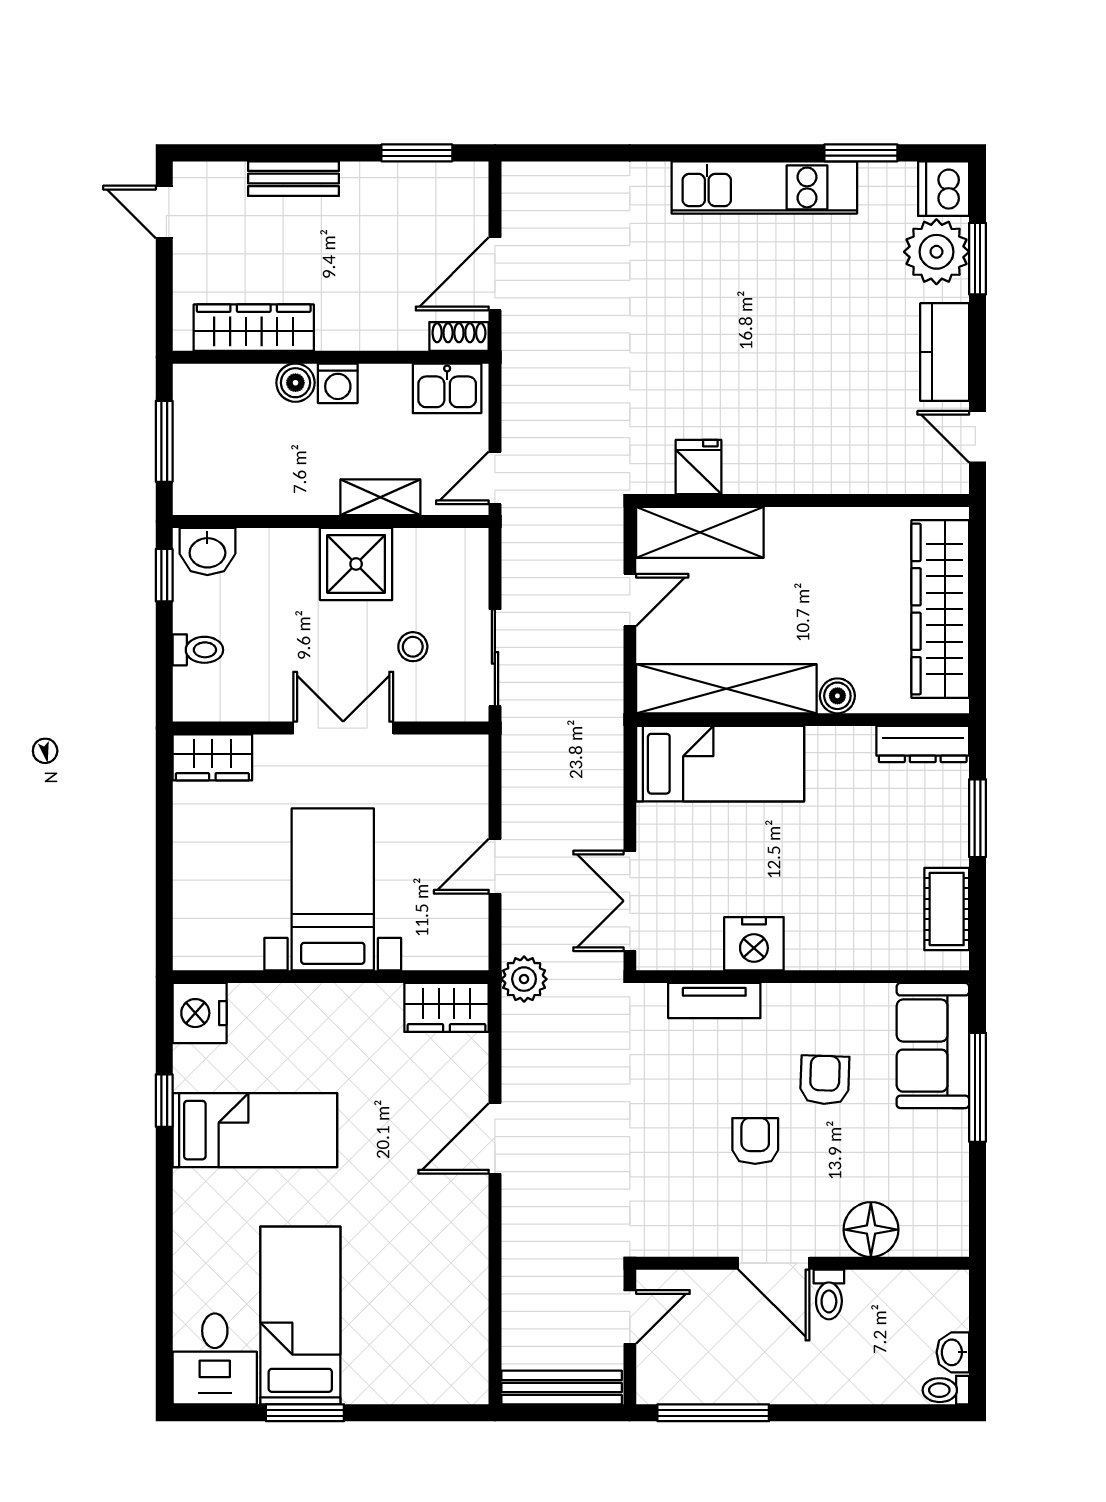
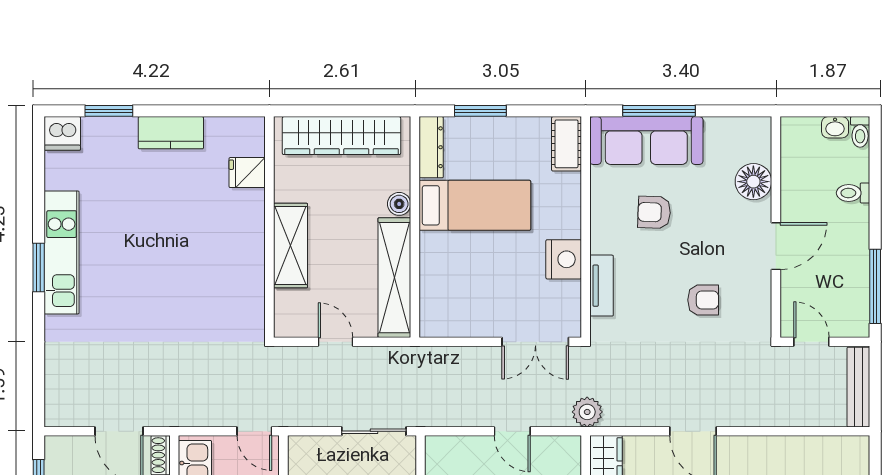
window: (861, 153) -> (39, 267), moved
plant: (936, 252) -> (104, 138), removed
door: (977, 437) -> (227, 111), removed
fridge: (698, 467) -> (247, 173), moved
shelving: (700, 532) -> (291, 246), moved
bed: (720, 764) -> (475, 205), moved, turned 90
cot: (947, 909) -> (567, 144), moved, turned 90
sofa: (933, 1046) -> (646, 141), width x1.36
armchair: (755, 1141) -> (703, 300), moved, turned 180
toilet: (829, 1294) -> (853, 193), moved, turned 180

